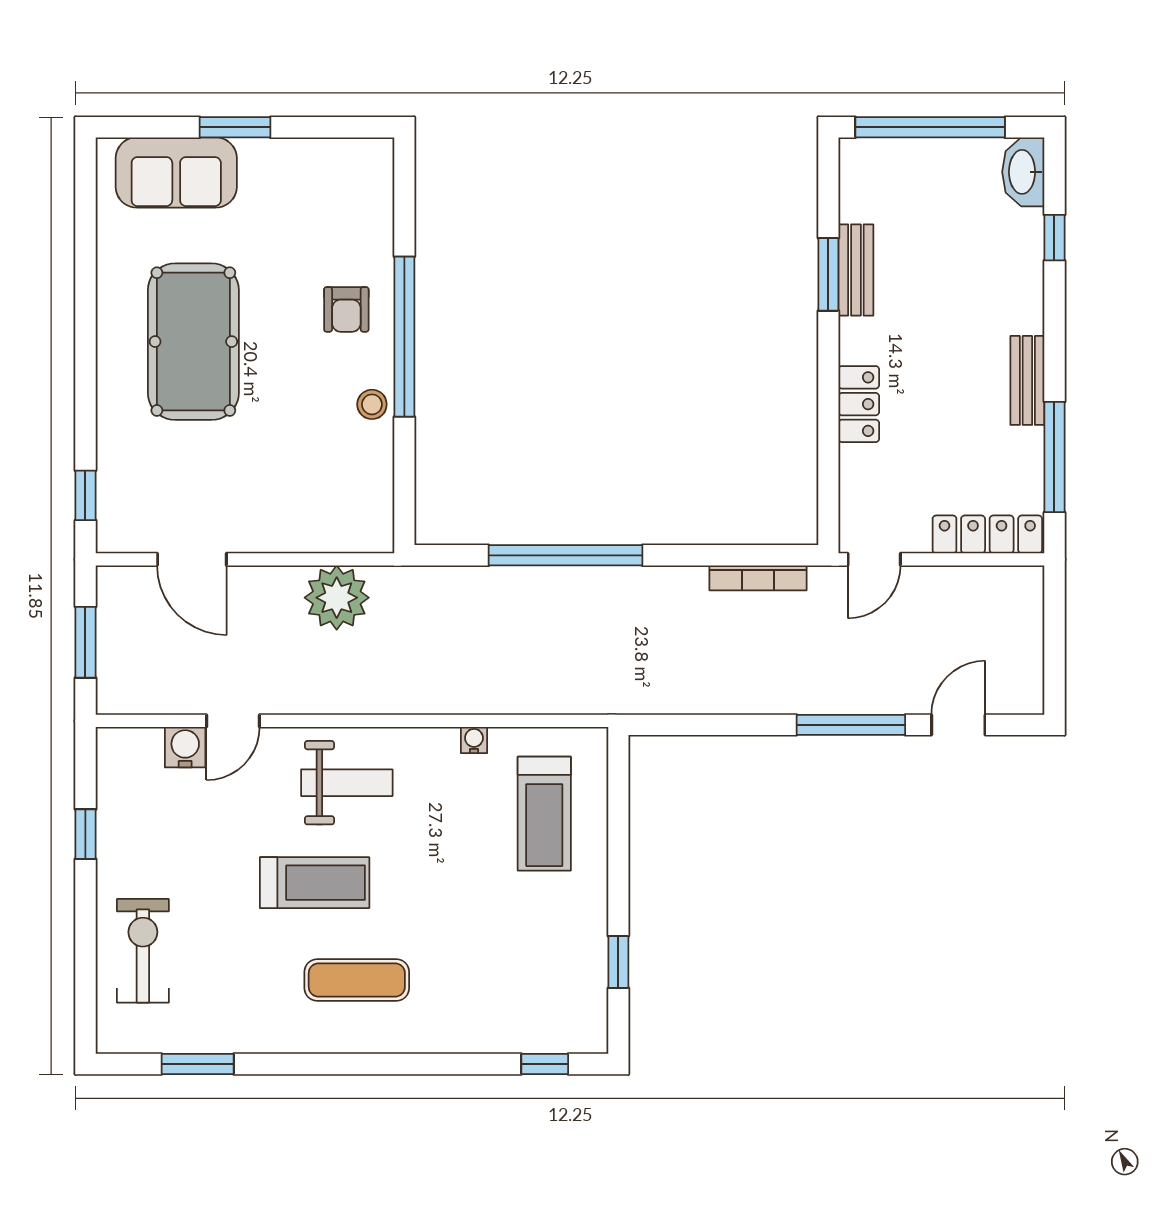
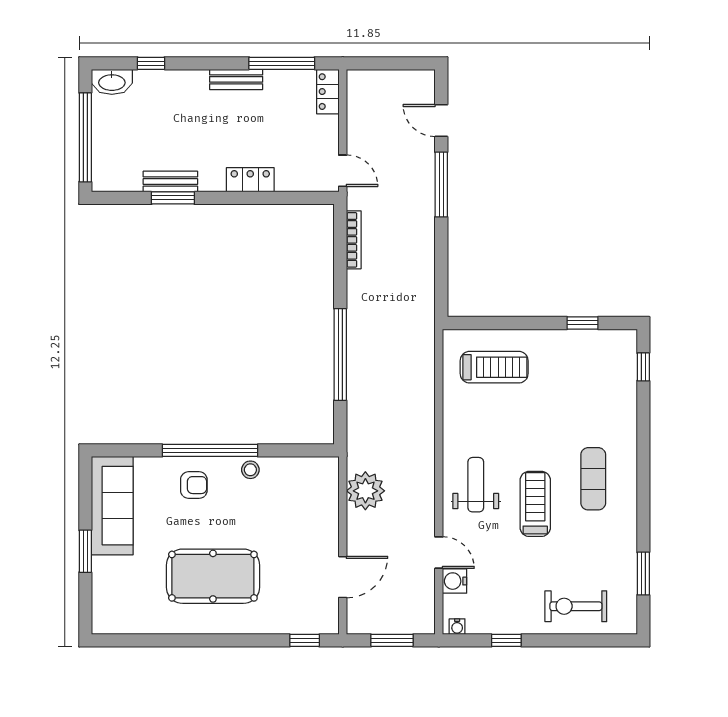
sofa: (176, 172) -> (112, 506), moved, width x1.36
locker: (987, 534) -> (328, 92), width x0.66
water cooler: (474, 740) -> (457, 627), moved, turned -90

